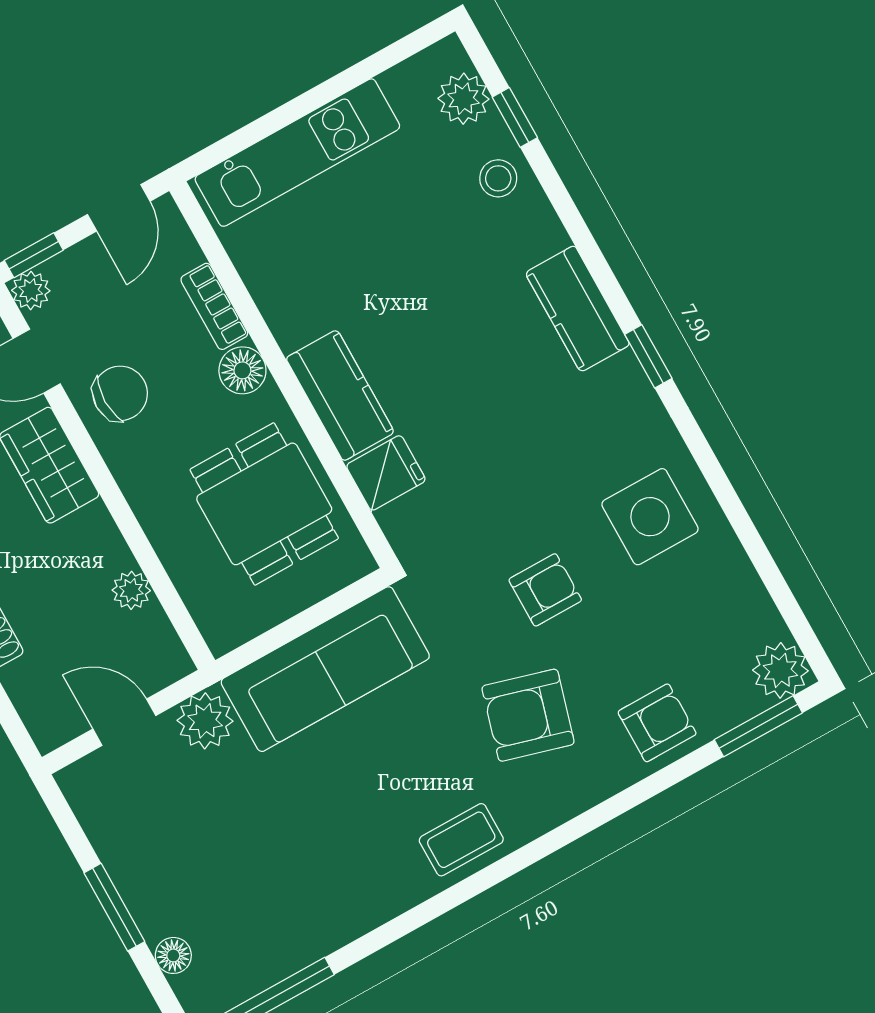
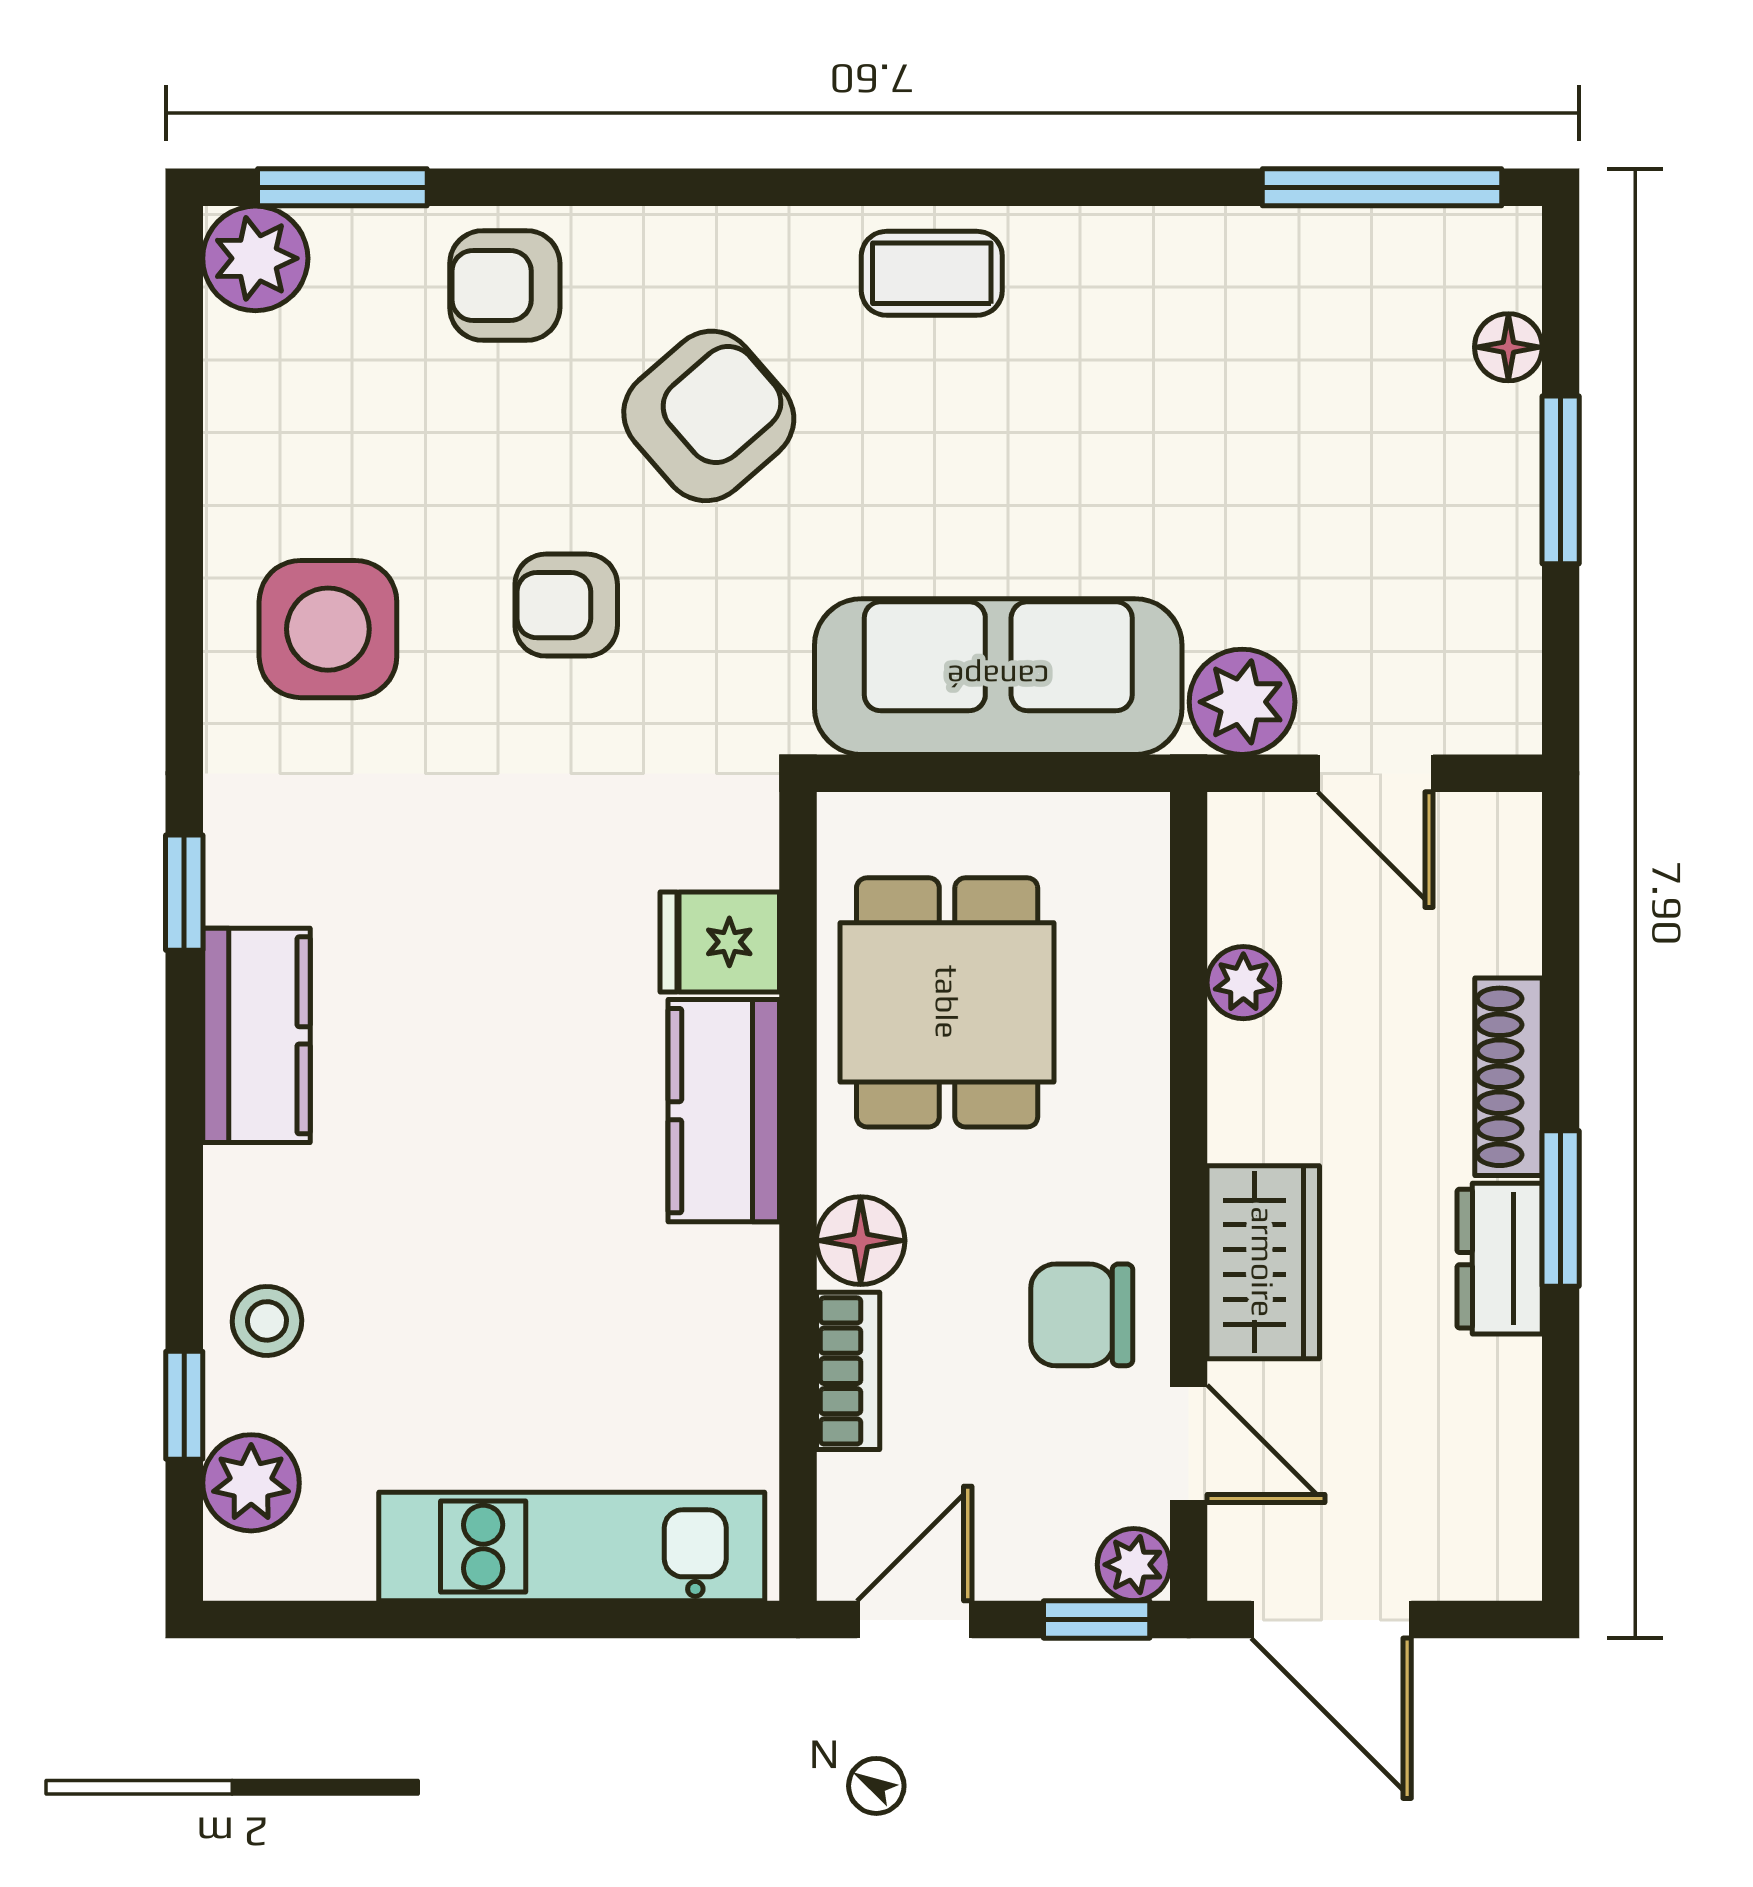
armchair: (528, 715) -> (709, 416), turned -57

